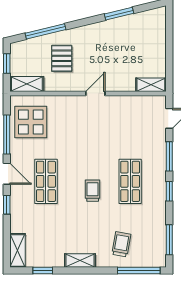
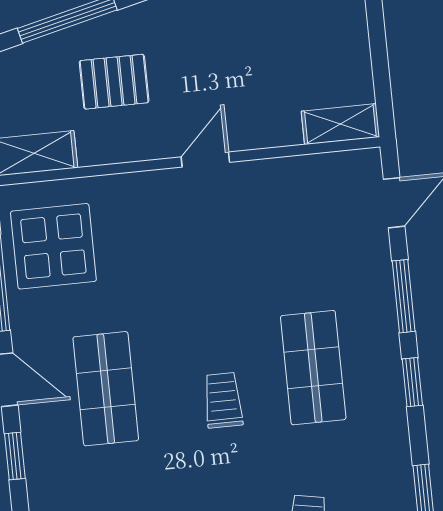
pallet: (62, 58) -> (114, 82), turned 90

